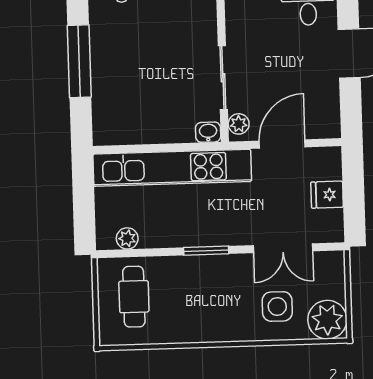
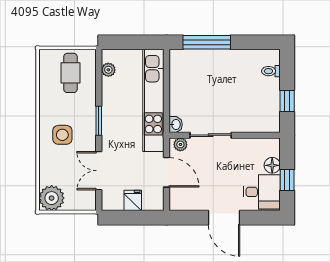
window: (79, 61) -> (207, 42), moved
cafe table: (134, 297) -> (70, 73), turned 90
side table: (277, 306) -> (62, 135), moved

